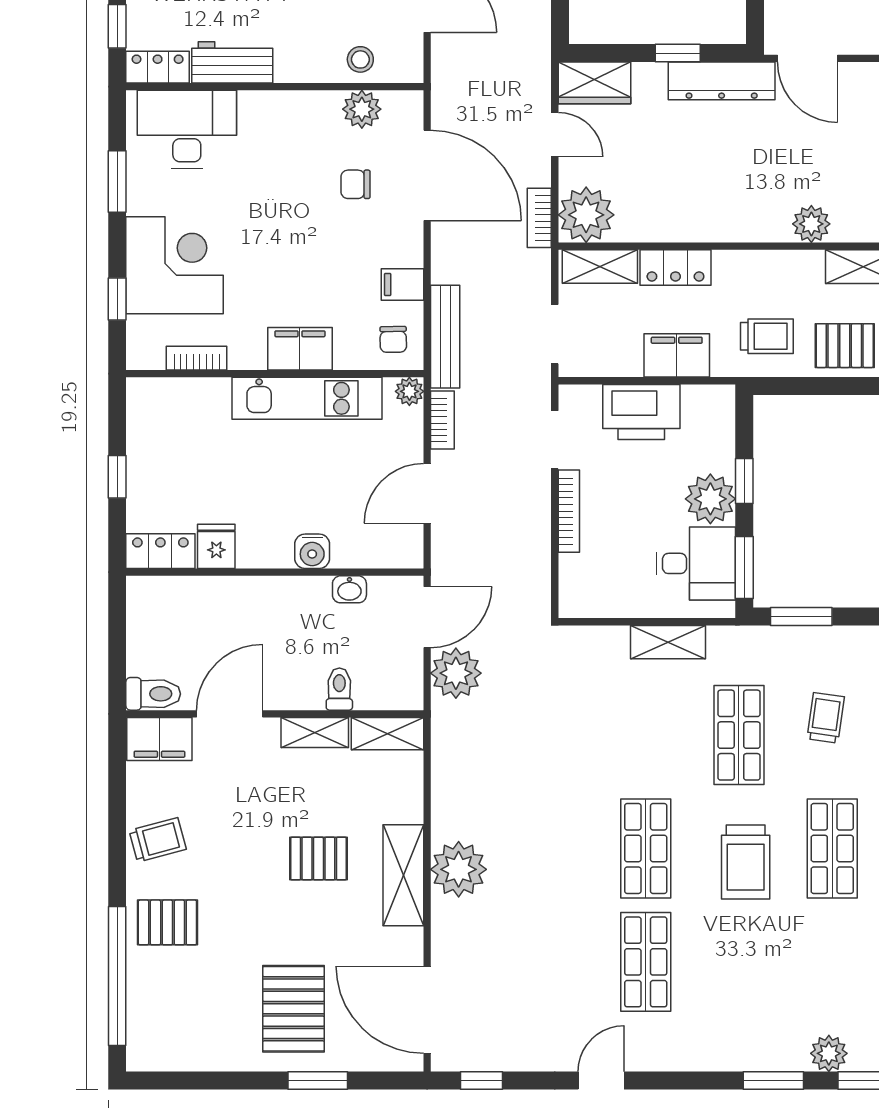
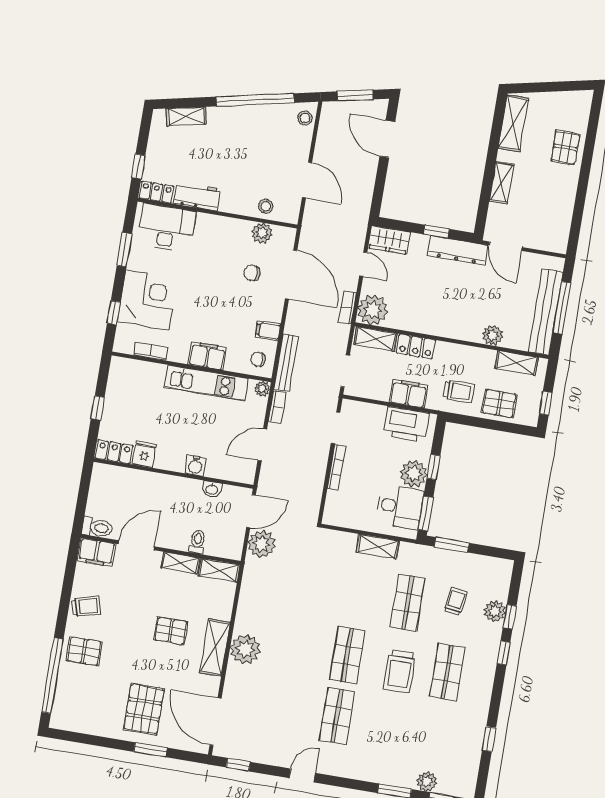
chair: (393, 339) -> (258, 359), turned 91
printer: (641, 412) -> (406, 424), moved

